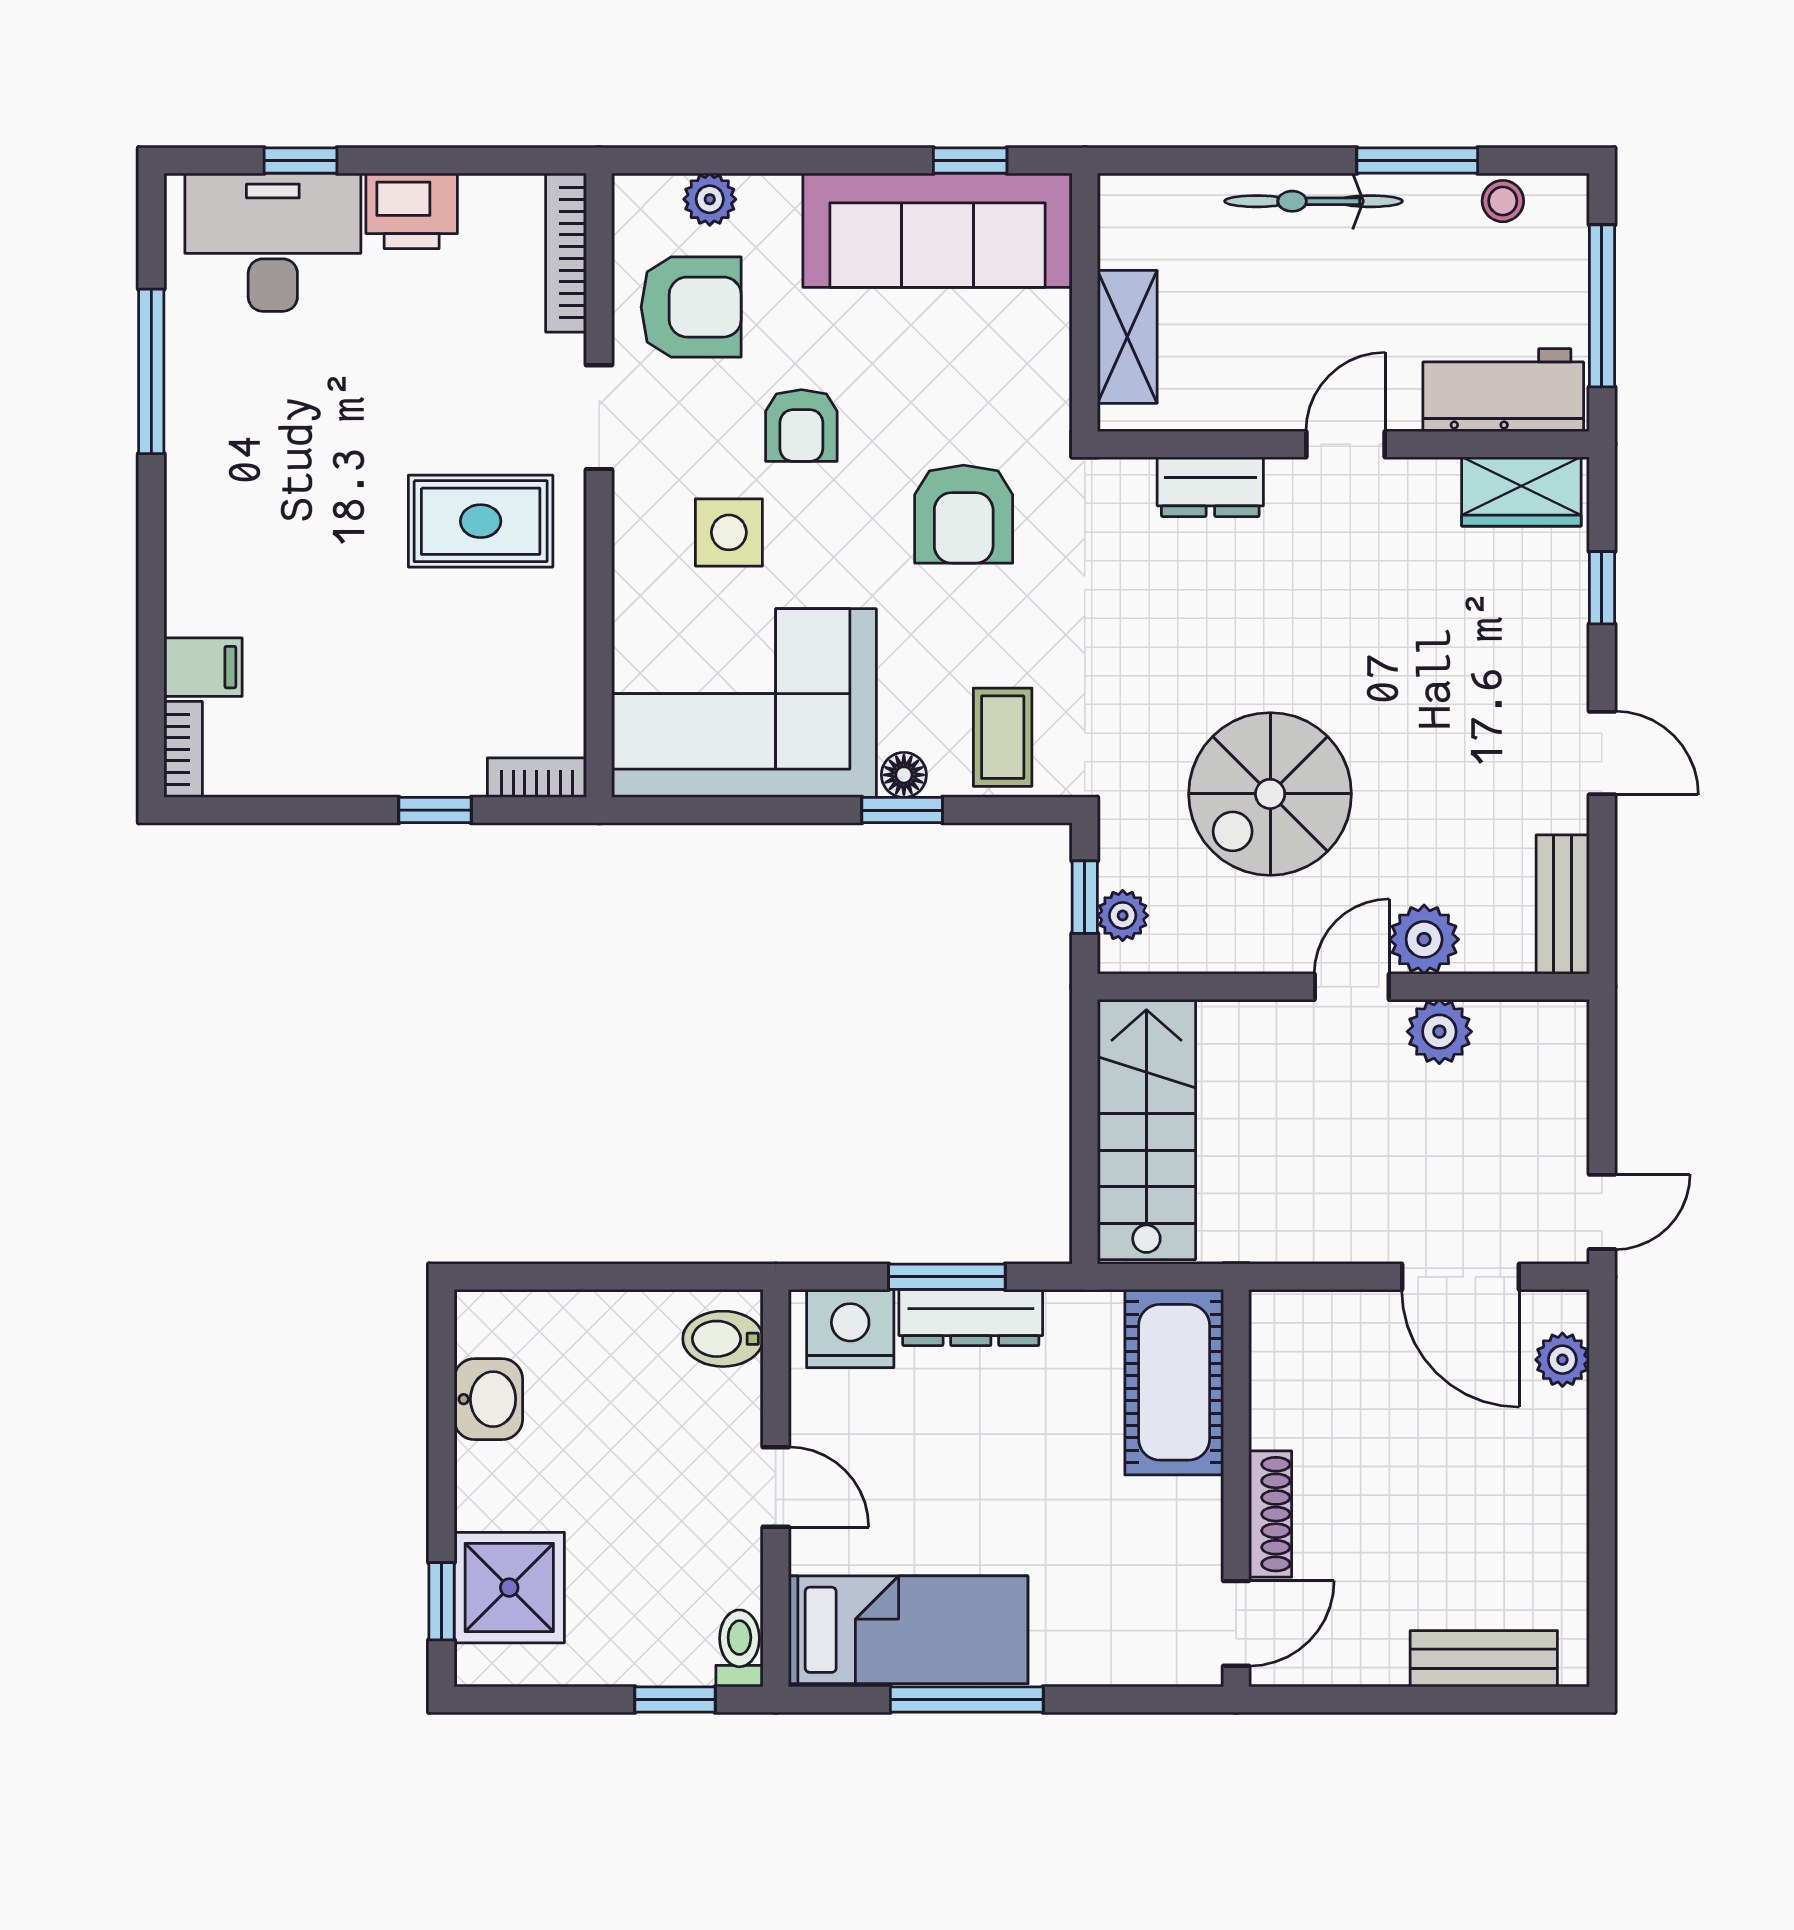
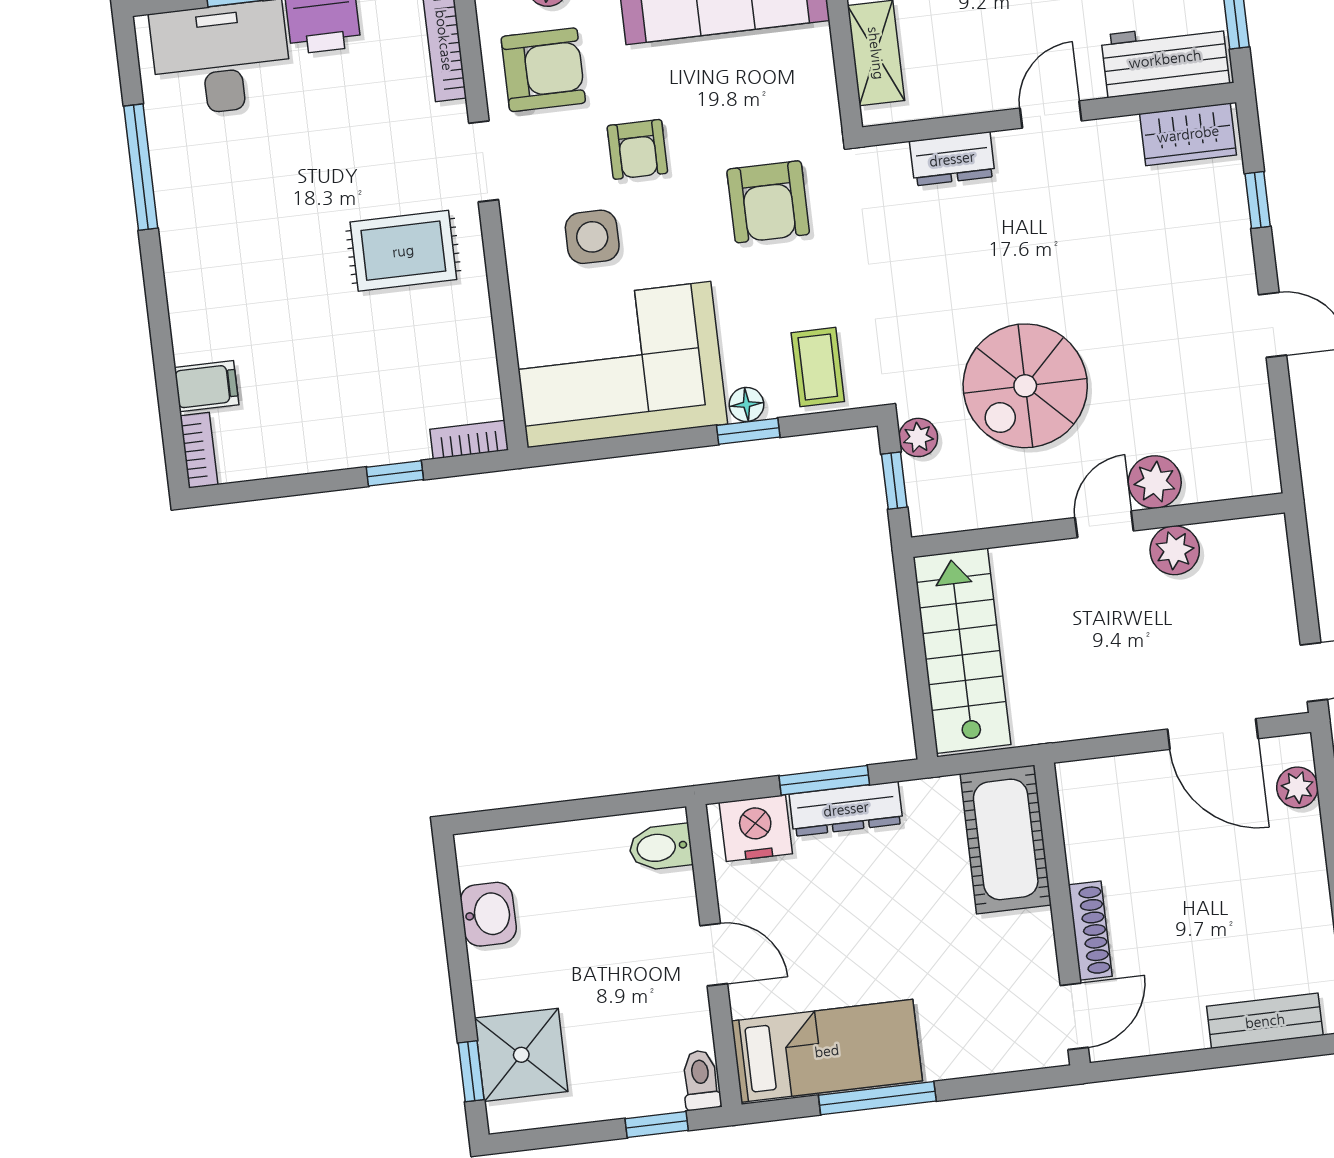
bench: (1563, 904) -> (1257, 443), removed
plant: (1123, 915) -> (918, 437), moved

